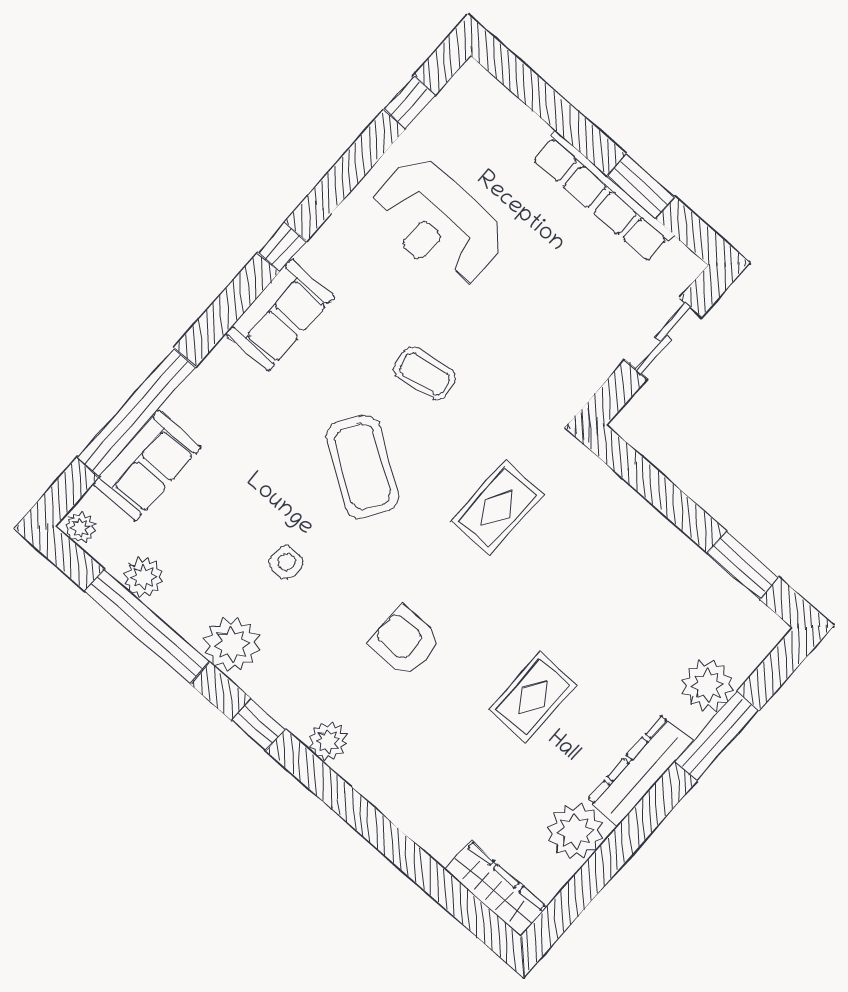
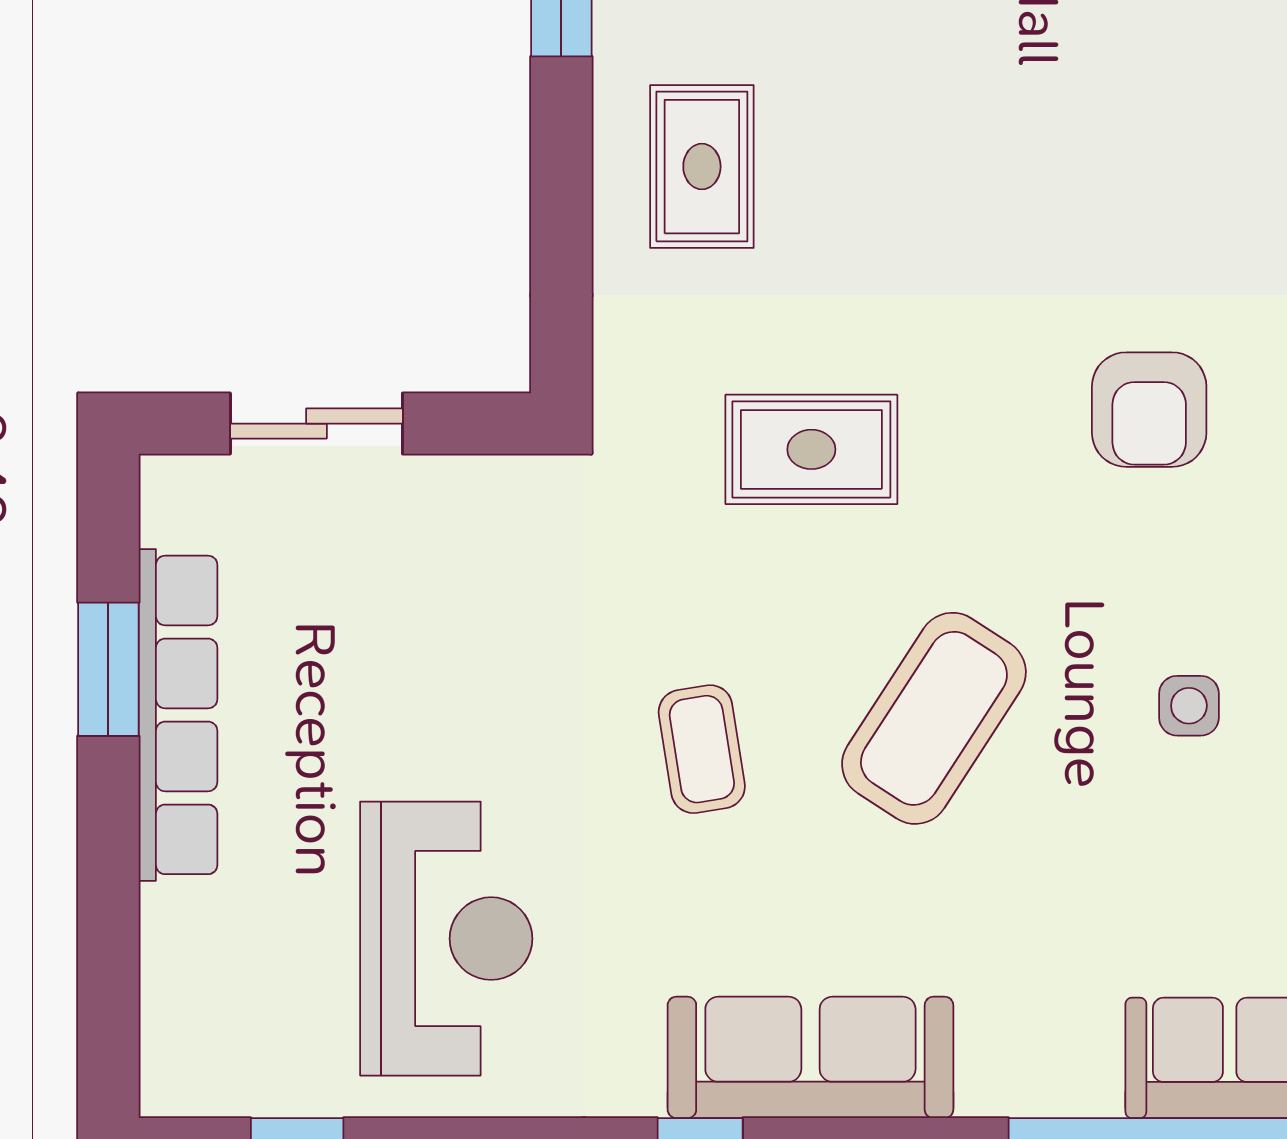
sofa: (280, 315) -> (810, 1057), width x1.36
rug: (533, 697) -> (702, 167), moved, turned 90

